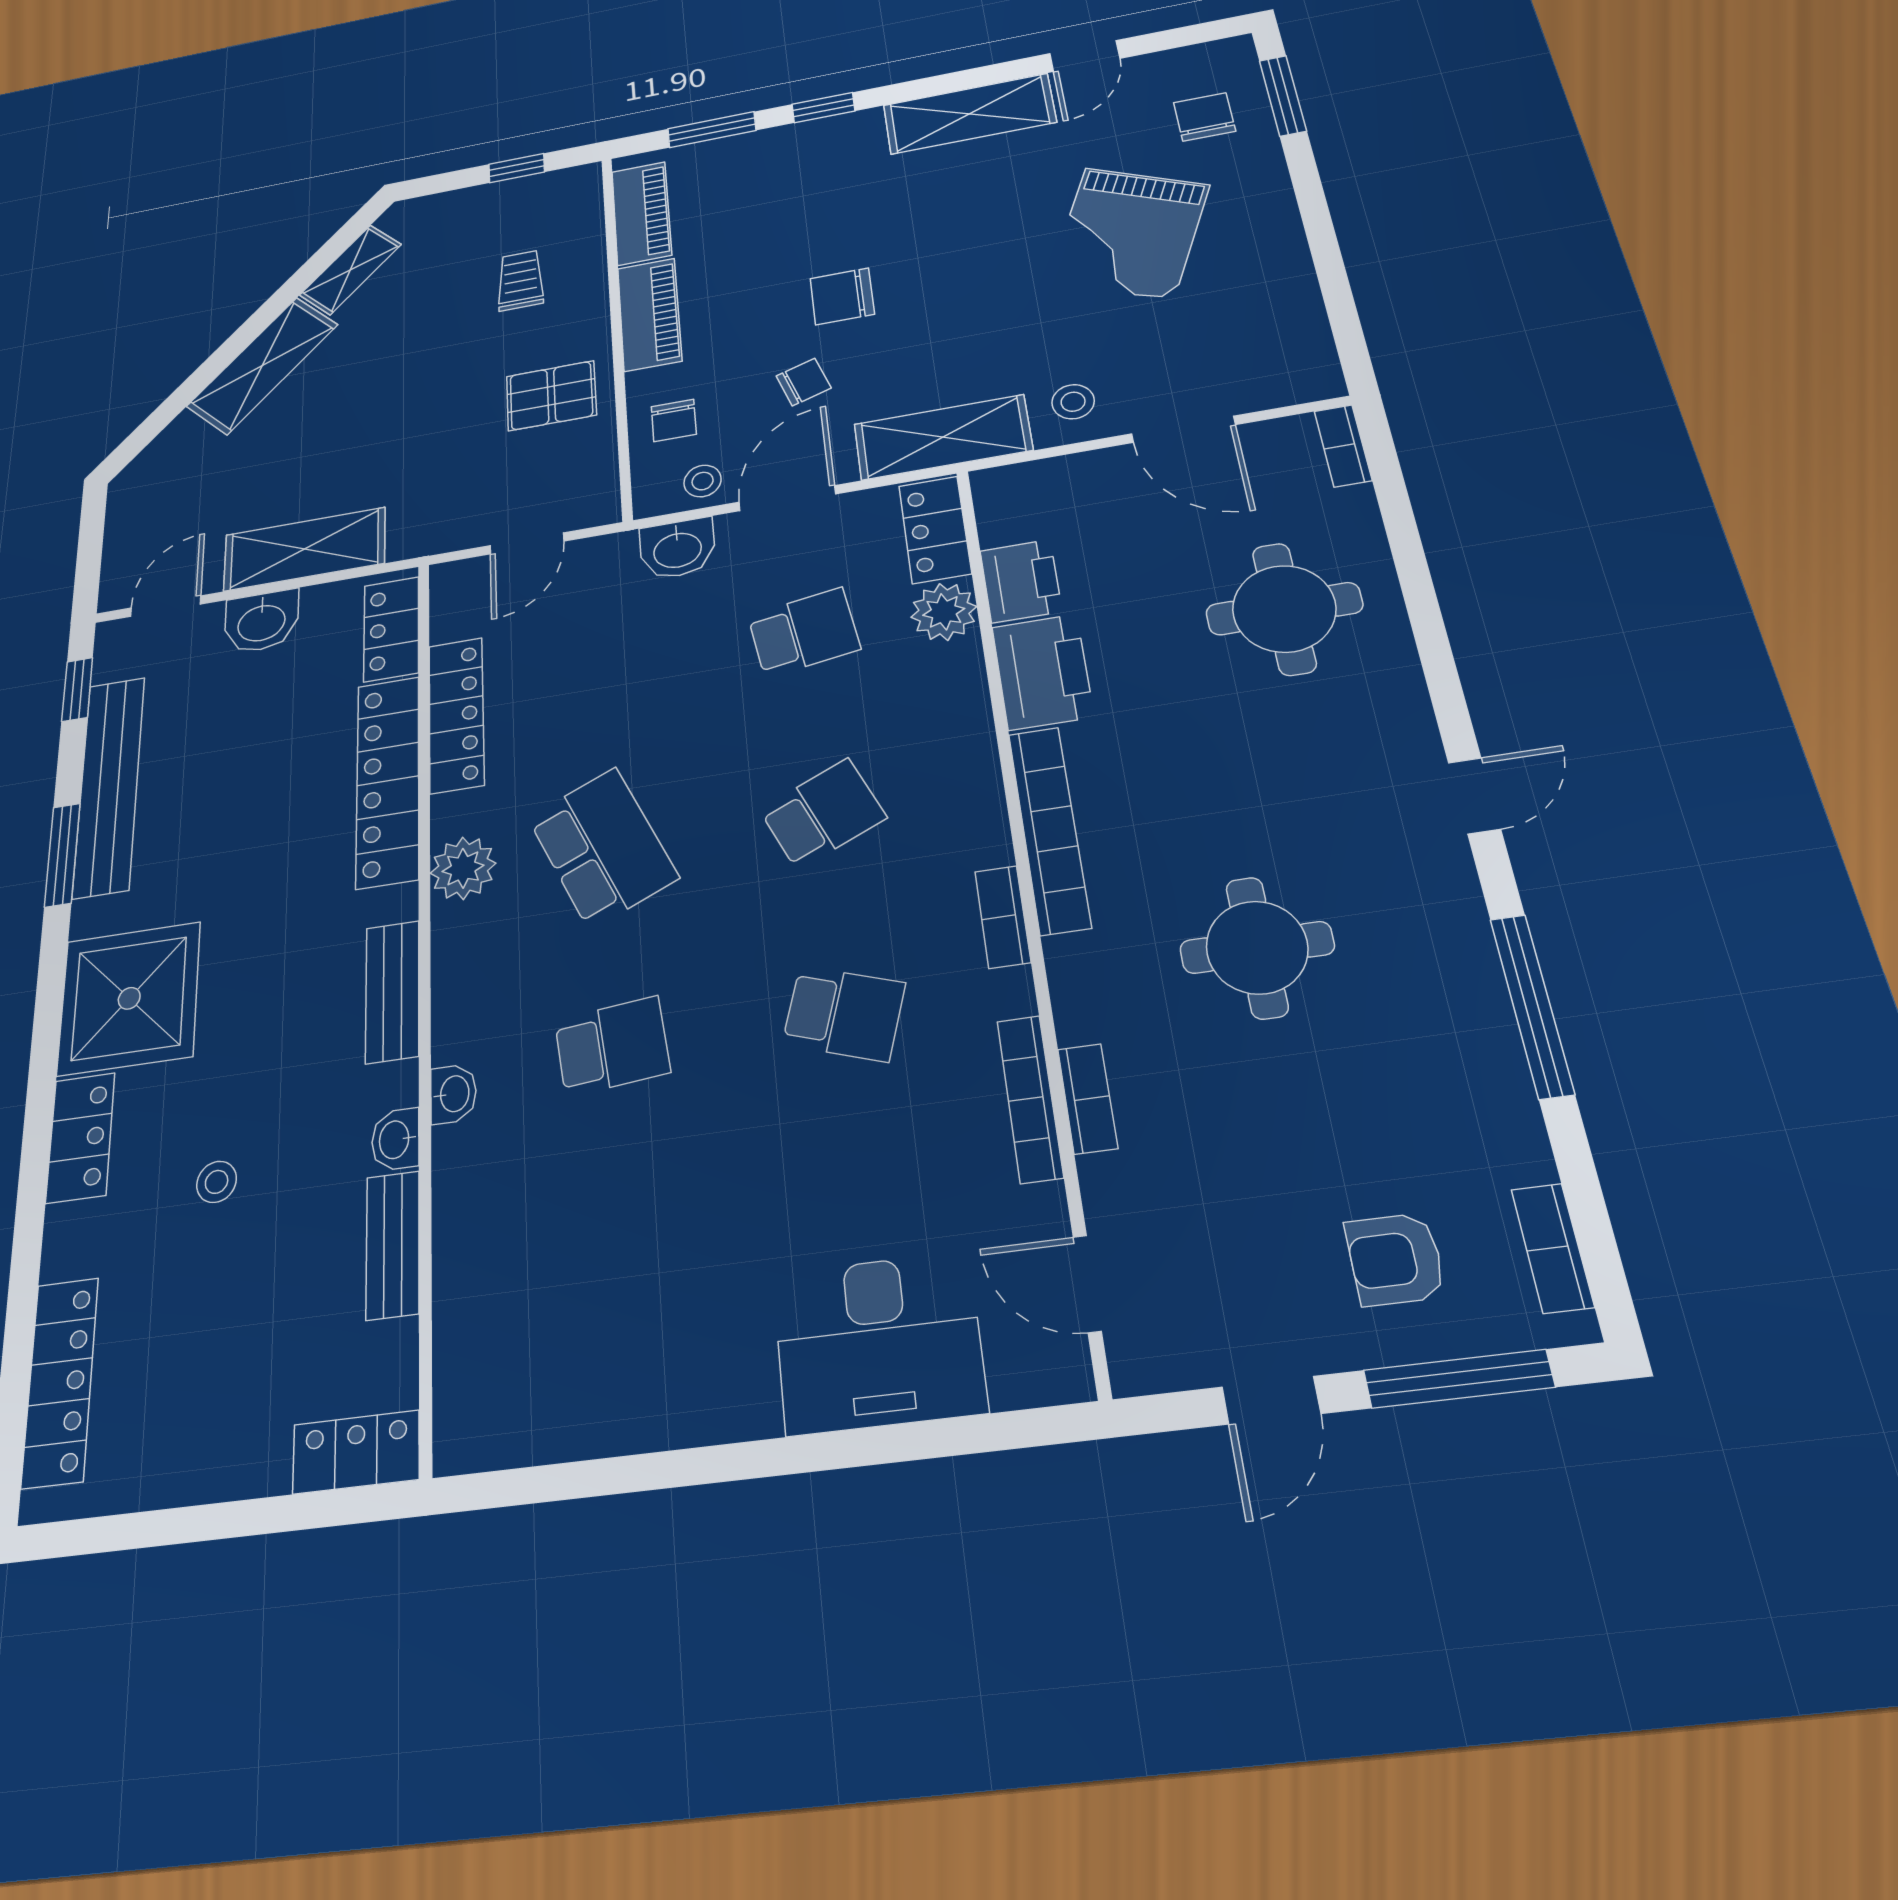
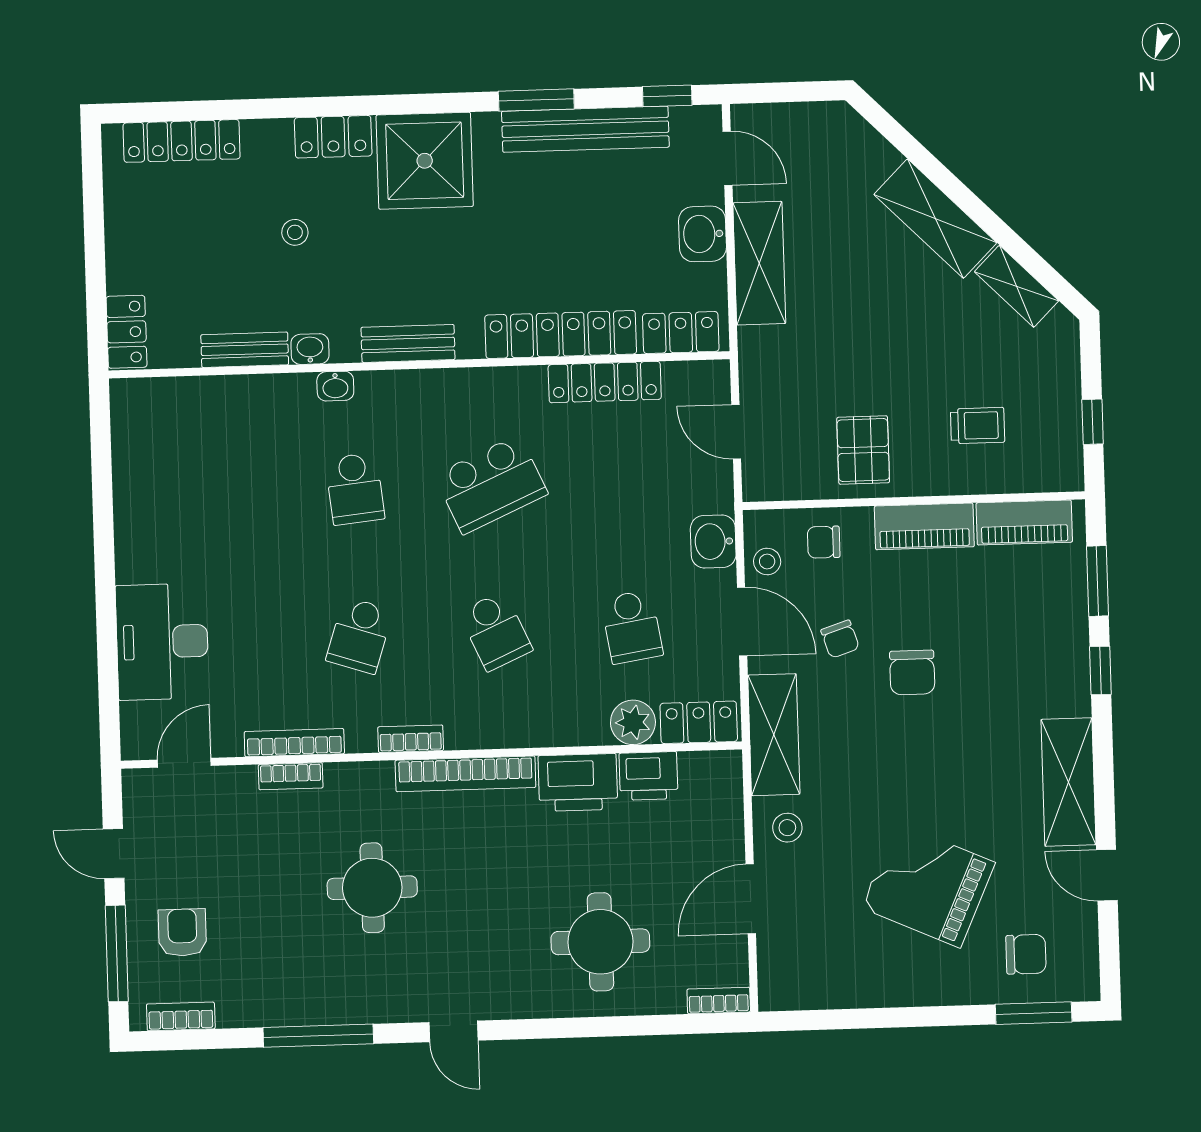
chair: (842, 296) -> (912, 672), turned 180
plant: (463, 868) -> (489, 389), removed

